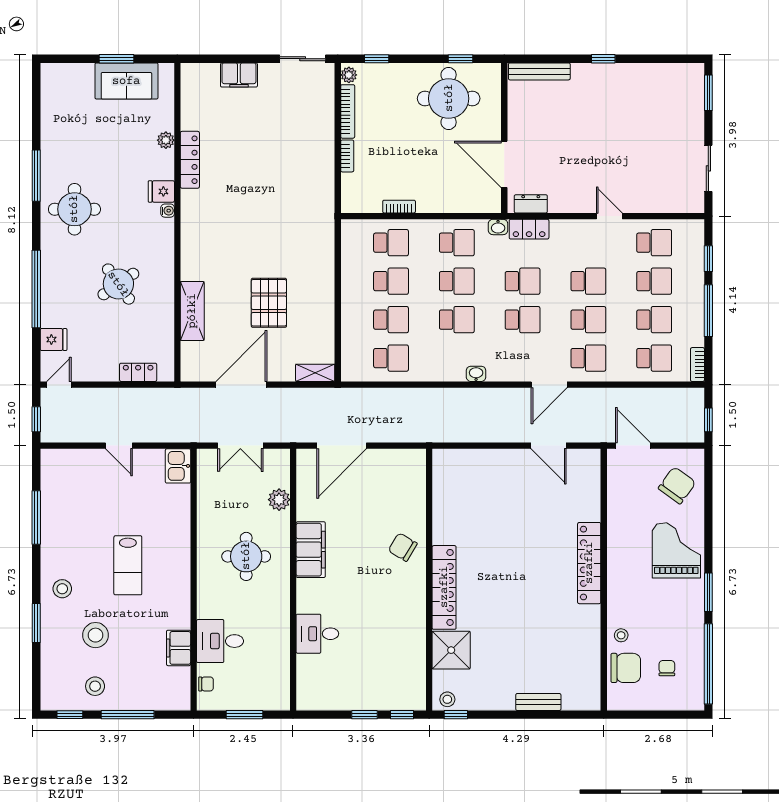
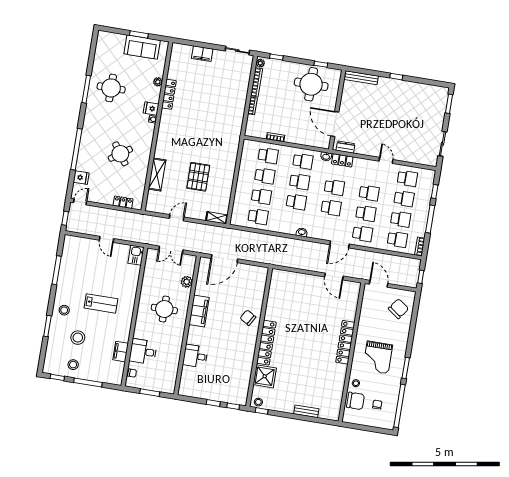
round table: (74, 209) -> (111, 88), moved
door: (241, 385) -> (177, 218), width x0.53
grand piano: (676, 550) -> (378, 357), moved, turned 180
lab bench: (128, 565) -> (101, 303), turned -90

